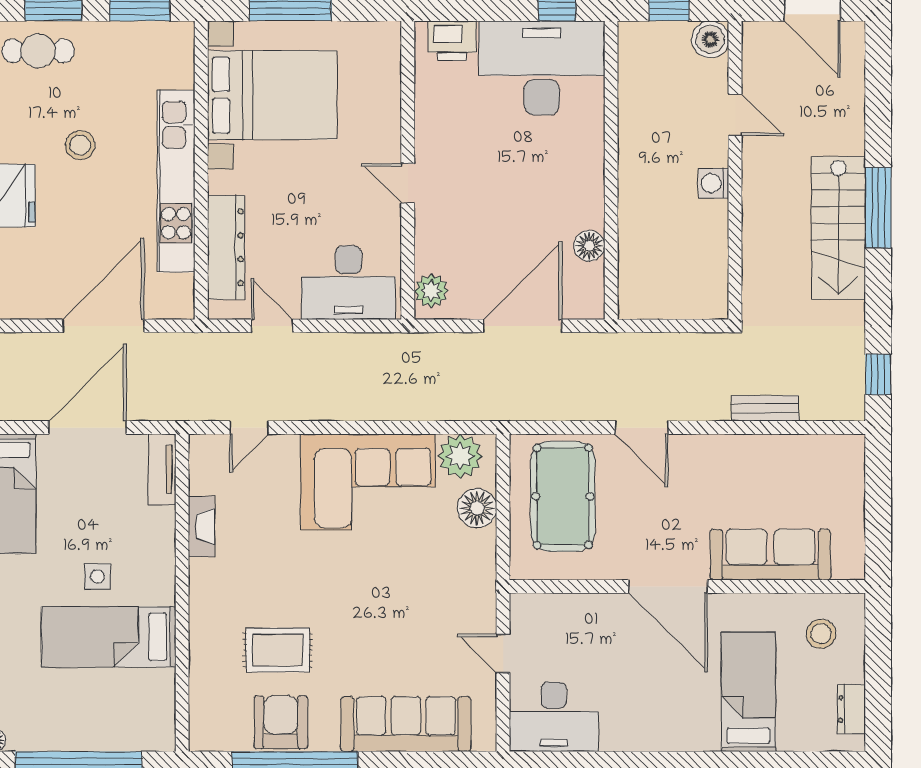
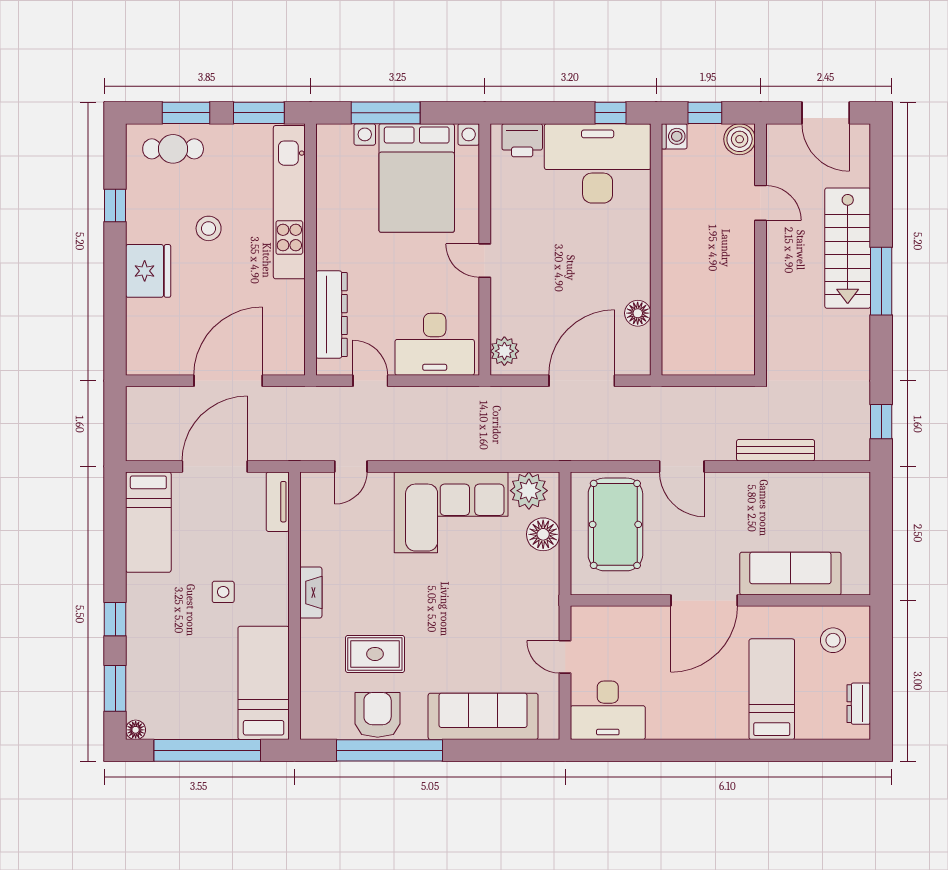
bed with nightstands: (272, 95) -> (417, 178), moved, turned 90
kitchen unit: (176, 181) -> (289, 202), moved
washing machine: (714, 183) -> (674, 136), moved, turned 180
stairs: (838, 228) -> (848, 248), moved
bench: (765, 408) -> (776, 450), width x1.36
fireplace: (201, 526) -> (311, 593), moved
door: (668, 586) -> (704, 600), hinge flipped
bed: (108, 637) -> (264, 683), moved, turned 90

